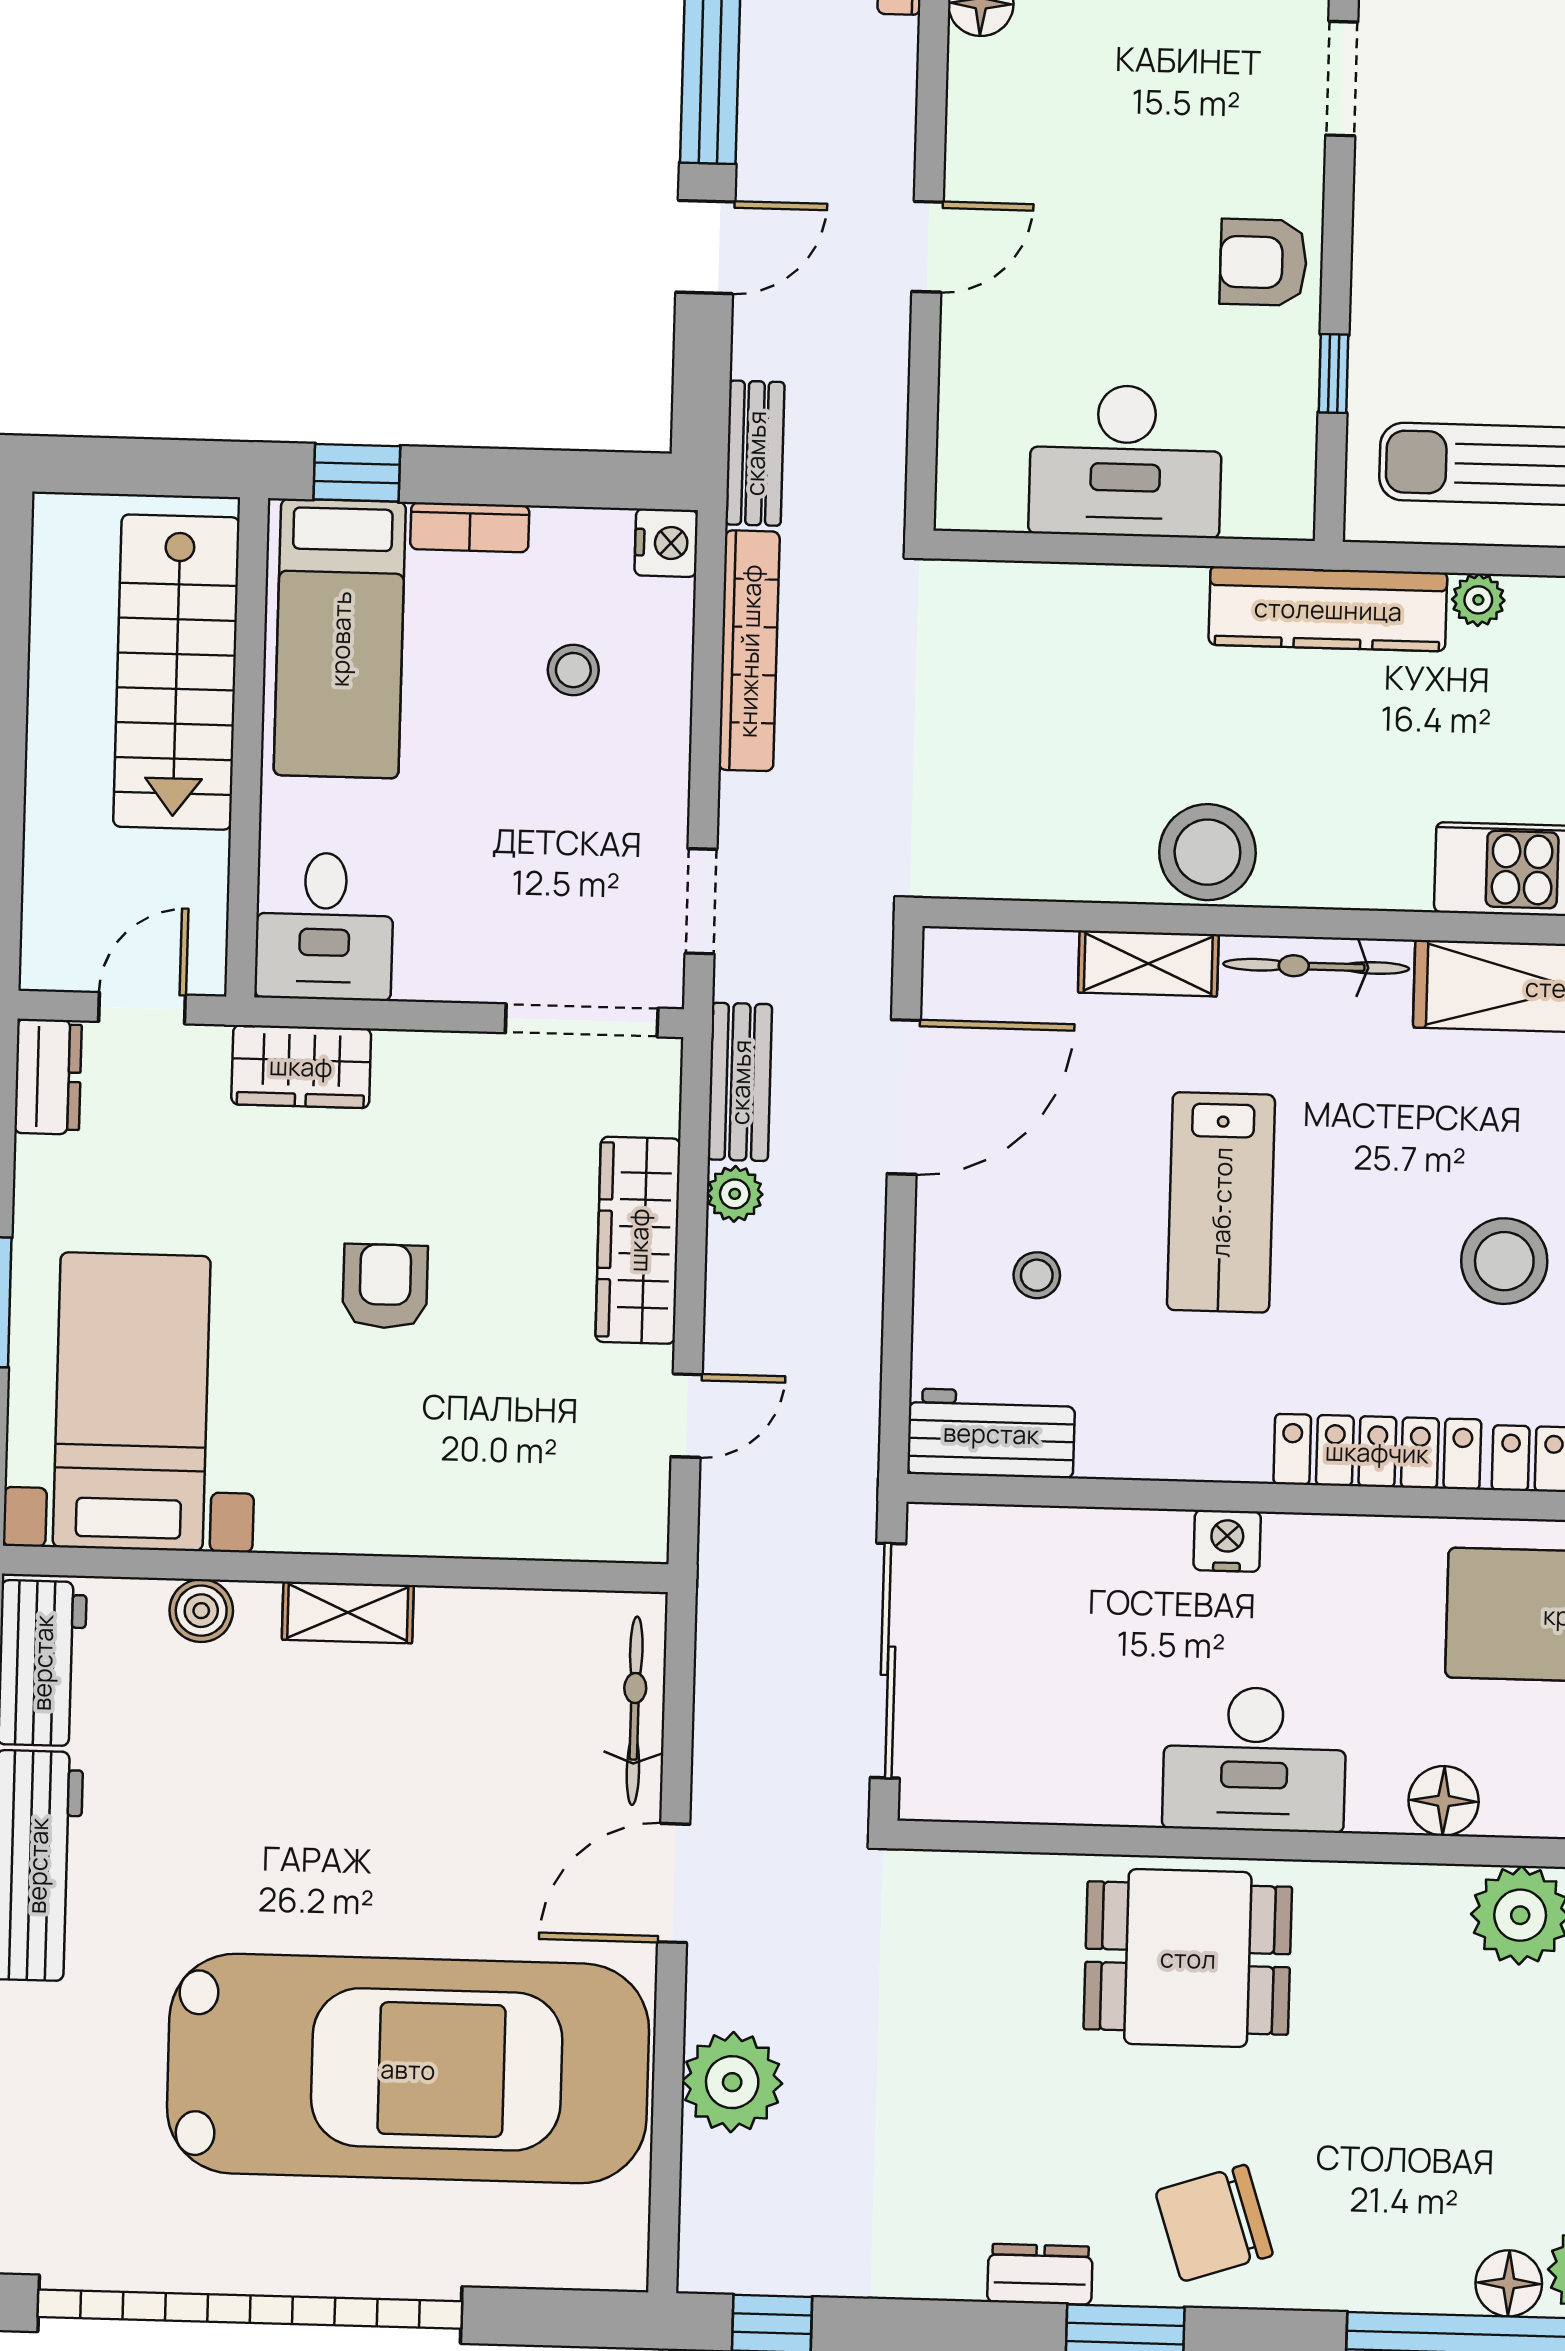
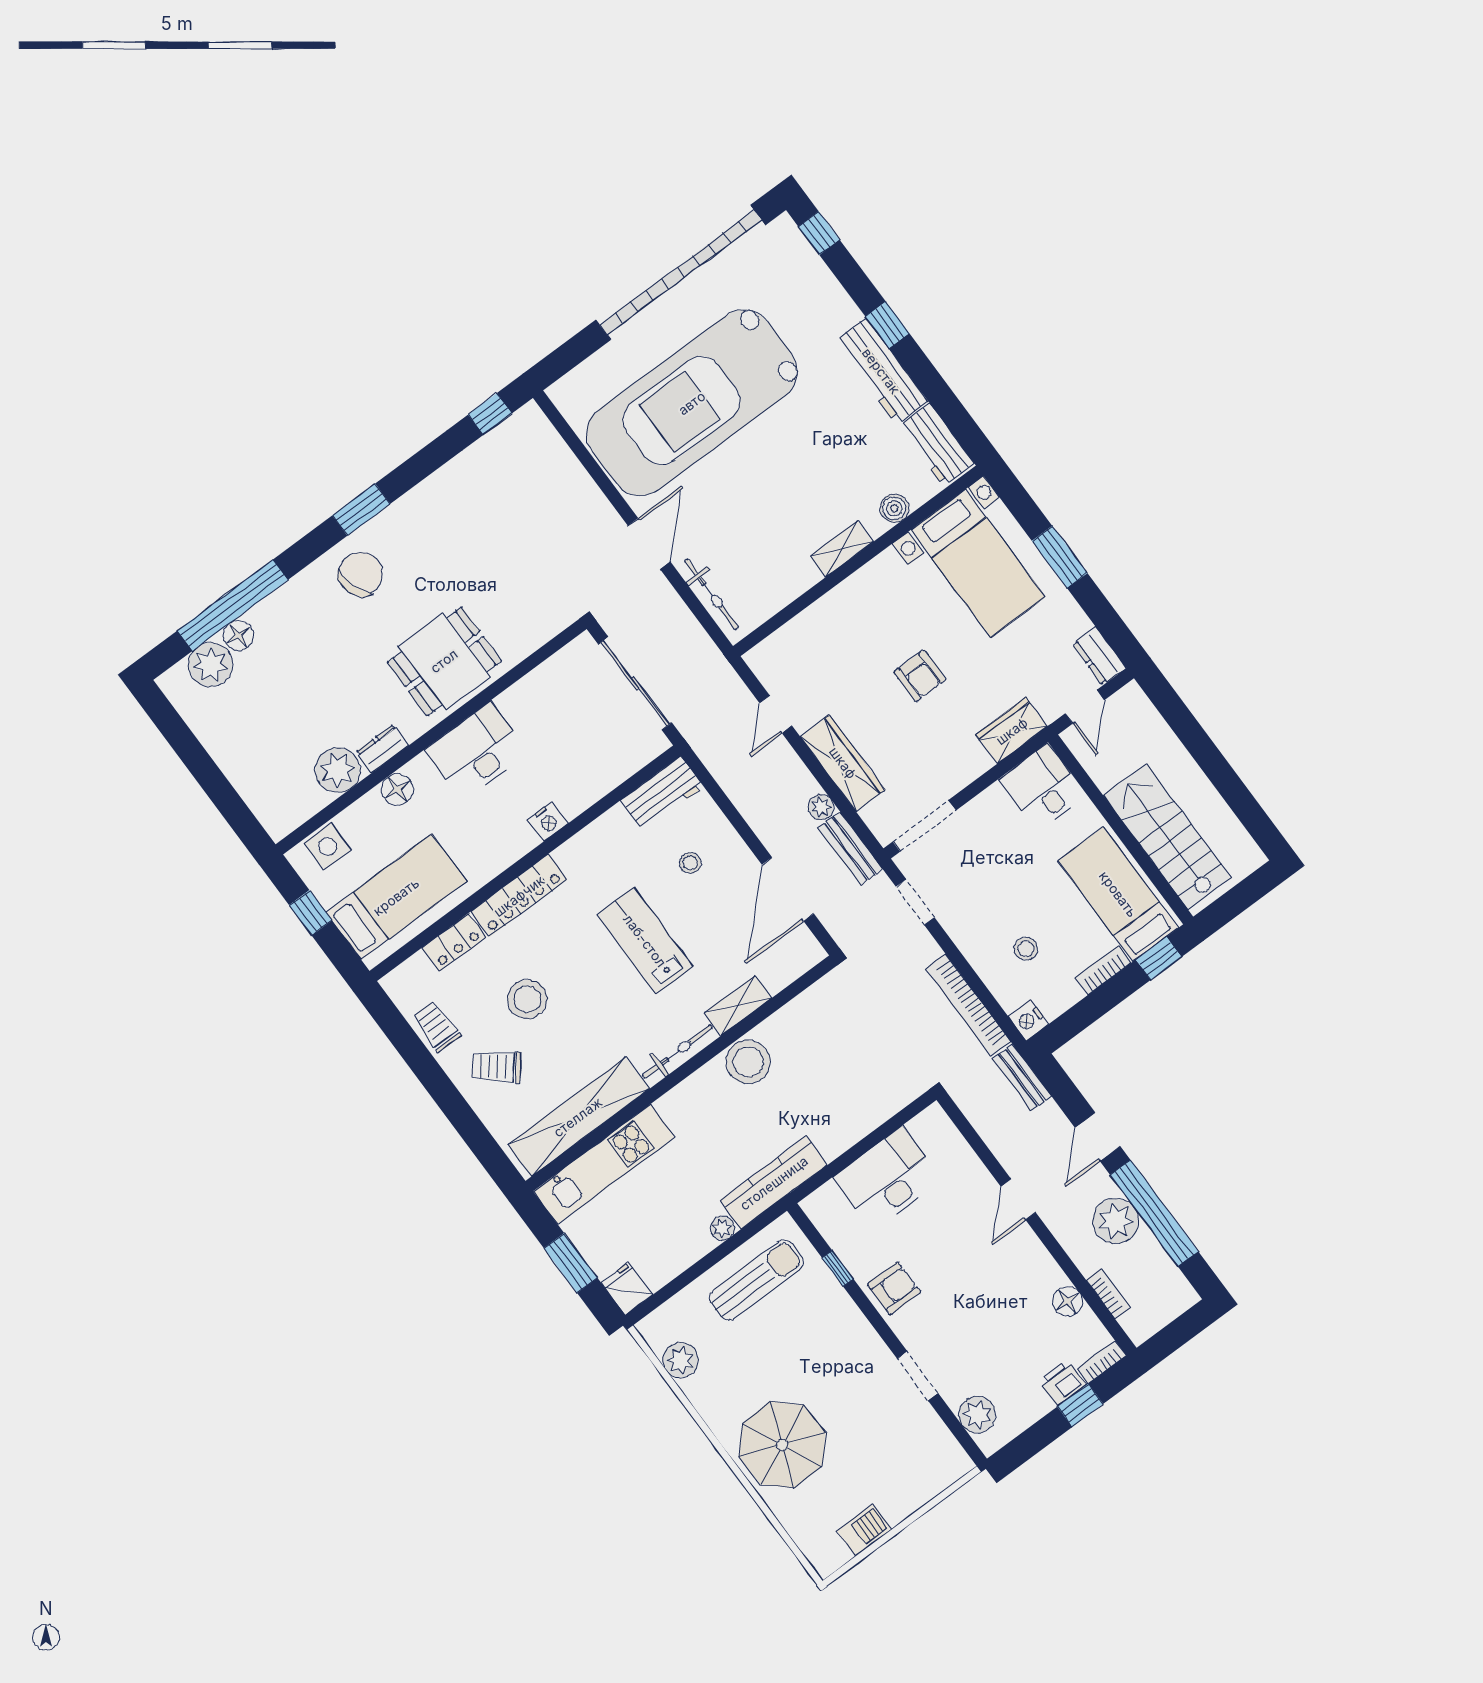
plant: (732, 2082) -> (1116, 1221), moved
dresser: (1040, 2274) -> (382, 749), moved, turned 180

